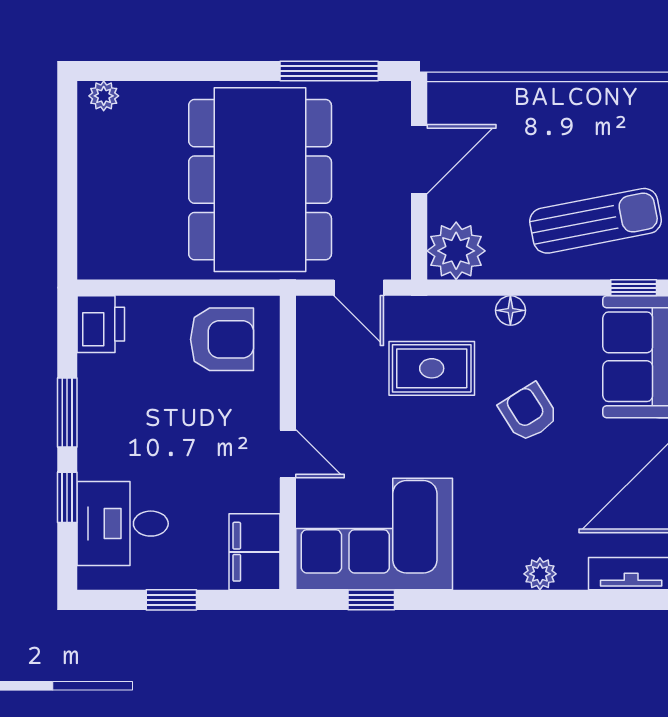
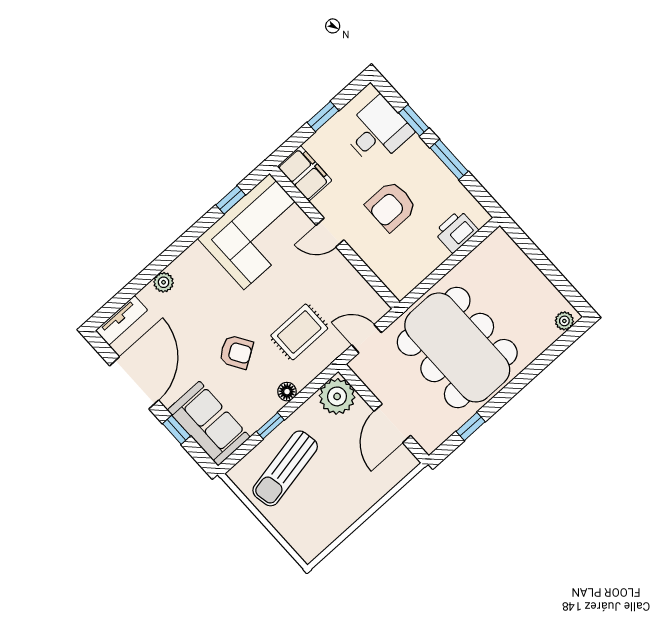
window: (329, 71) -> (471, 426), width x0.46
window: (634, 288) -> (270, 426), moved
printer: (101, 324) -> (456, 231), moved, turned 90
armchair: (222, 339) -> (391, 206), moved

